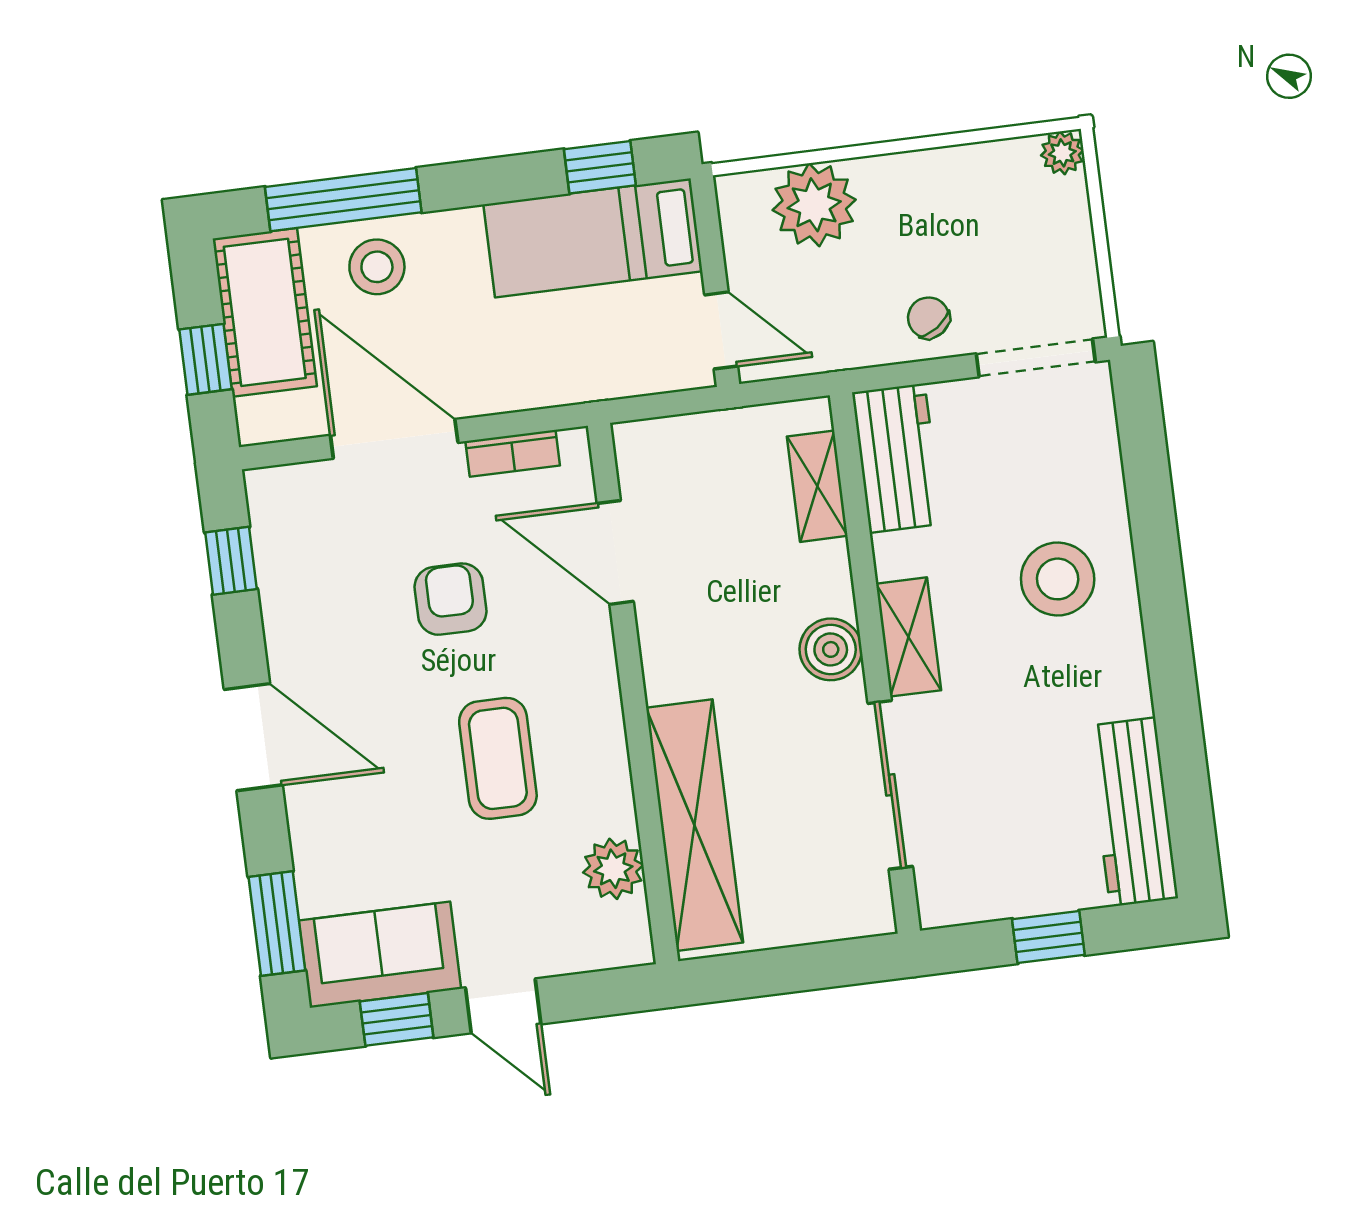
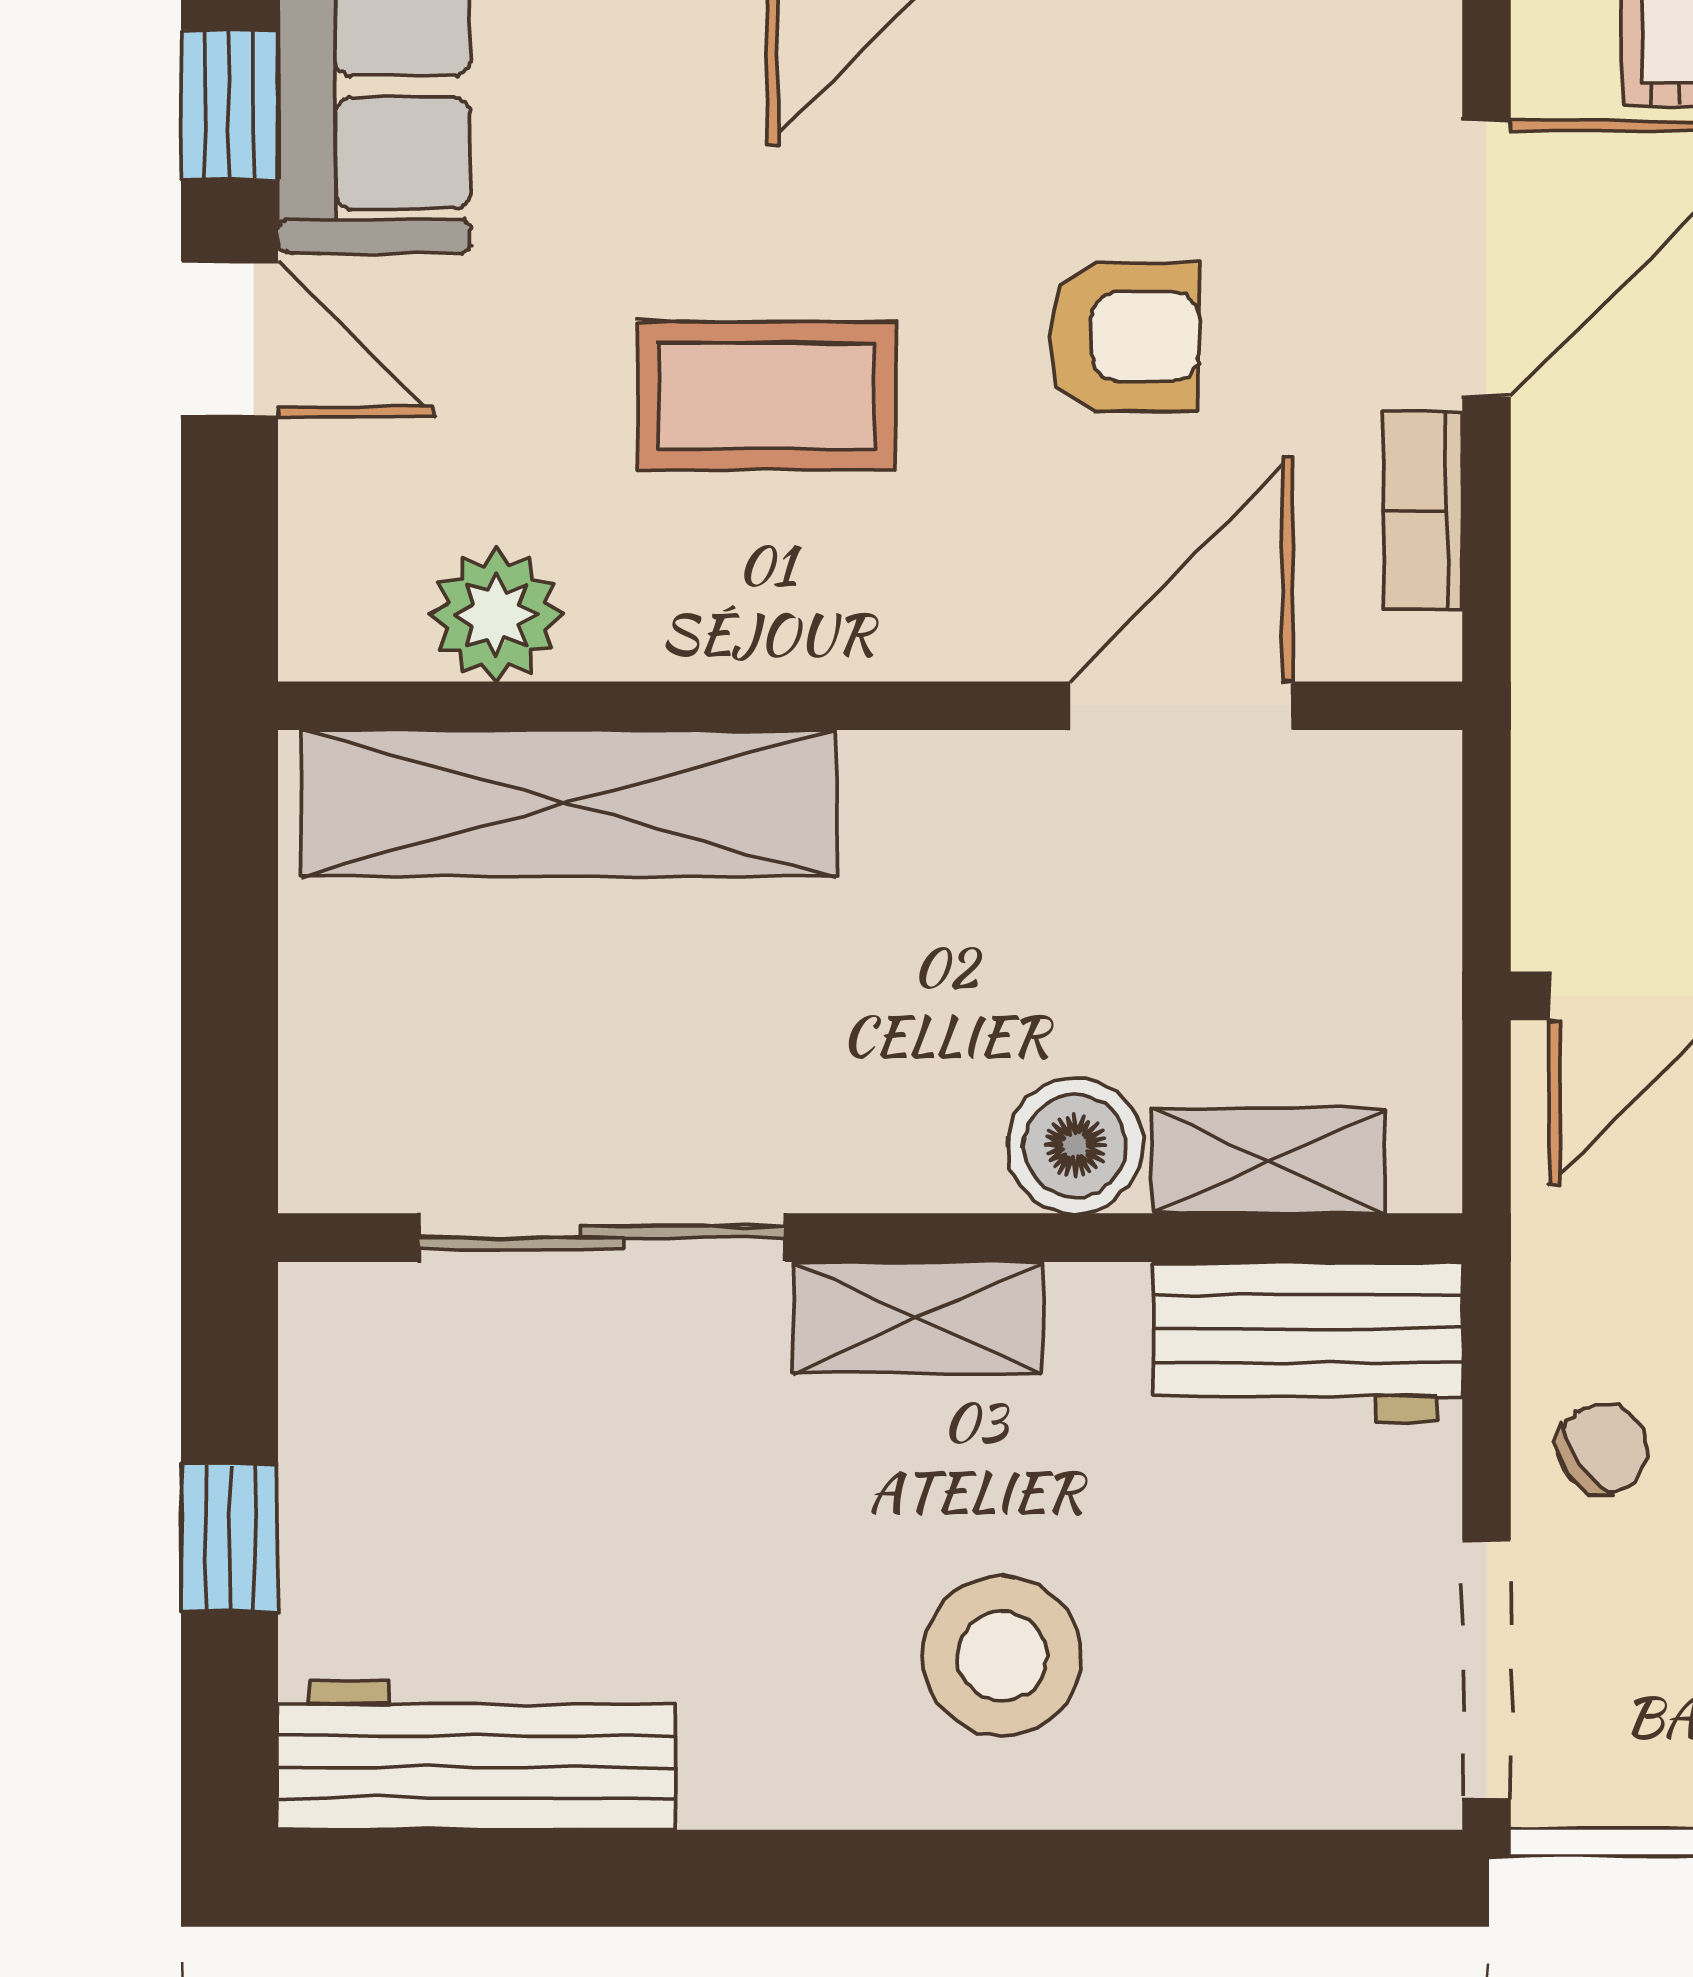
boiler: (831, 649) -> (1075, 1146), moved
door: (503, 1006) -> (229, 339), swing flipped

